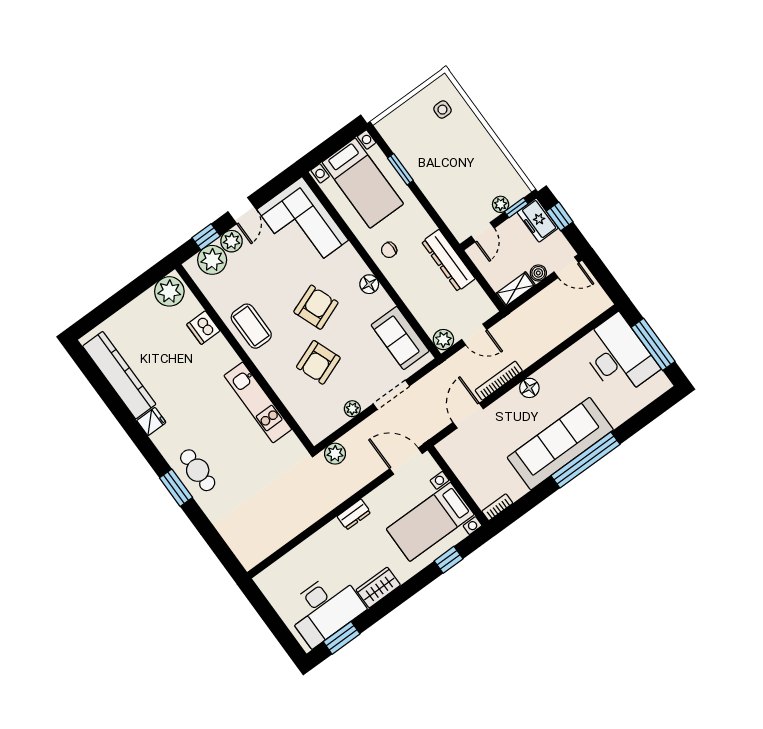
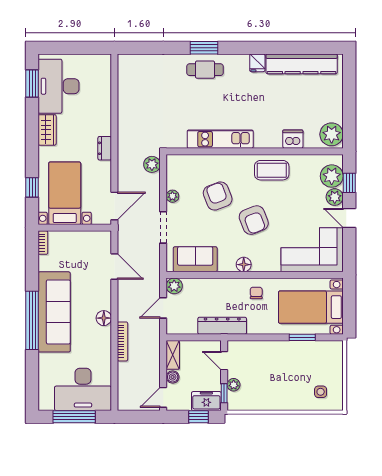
bookcase: (499, 381) -> (122, 341), moved

